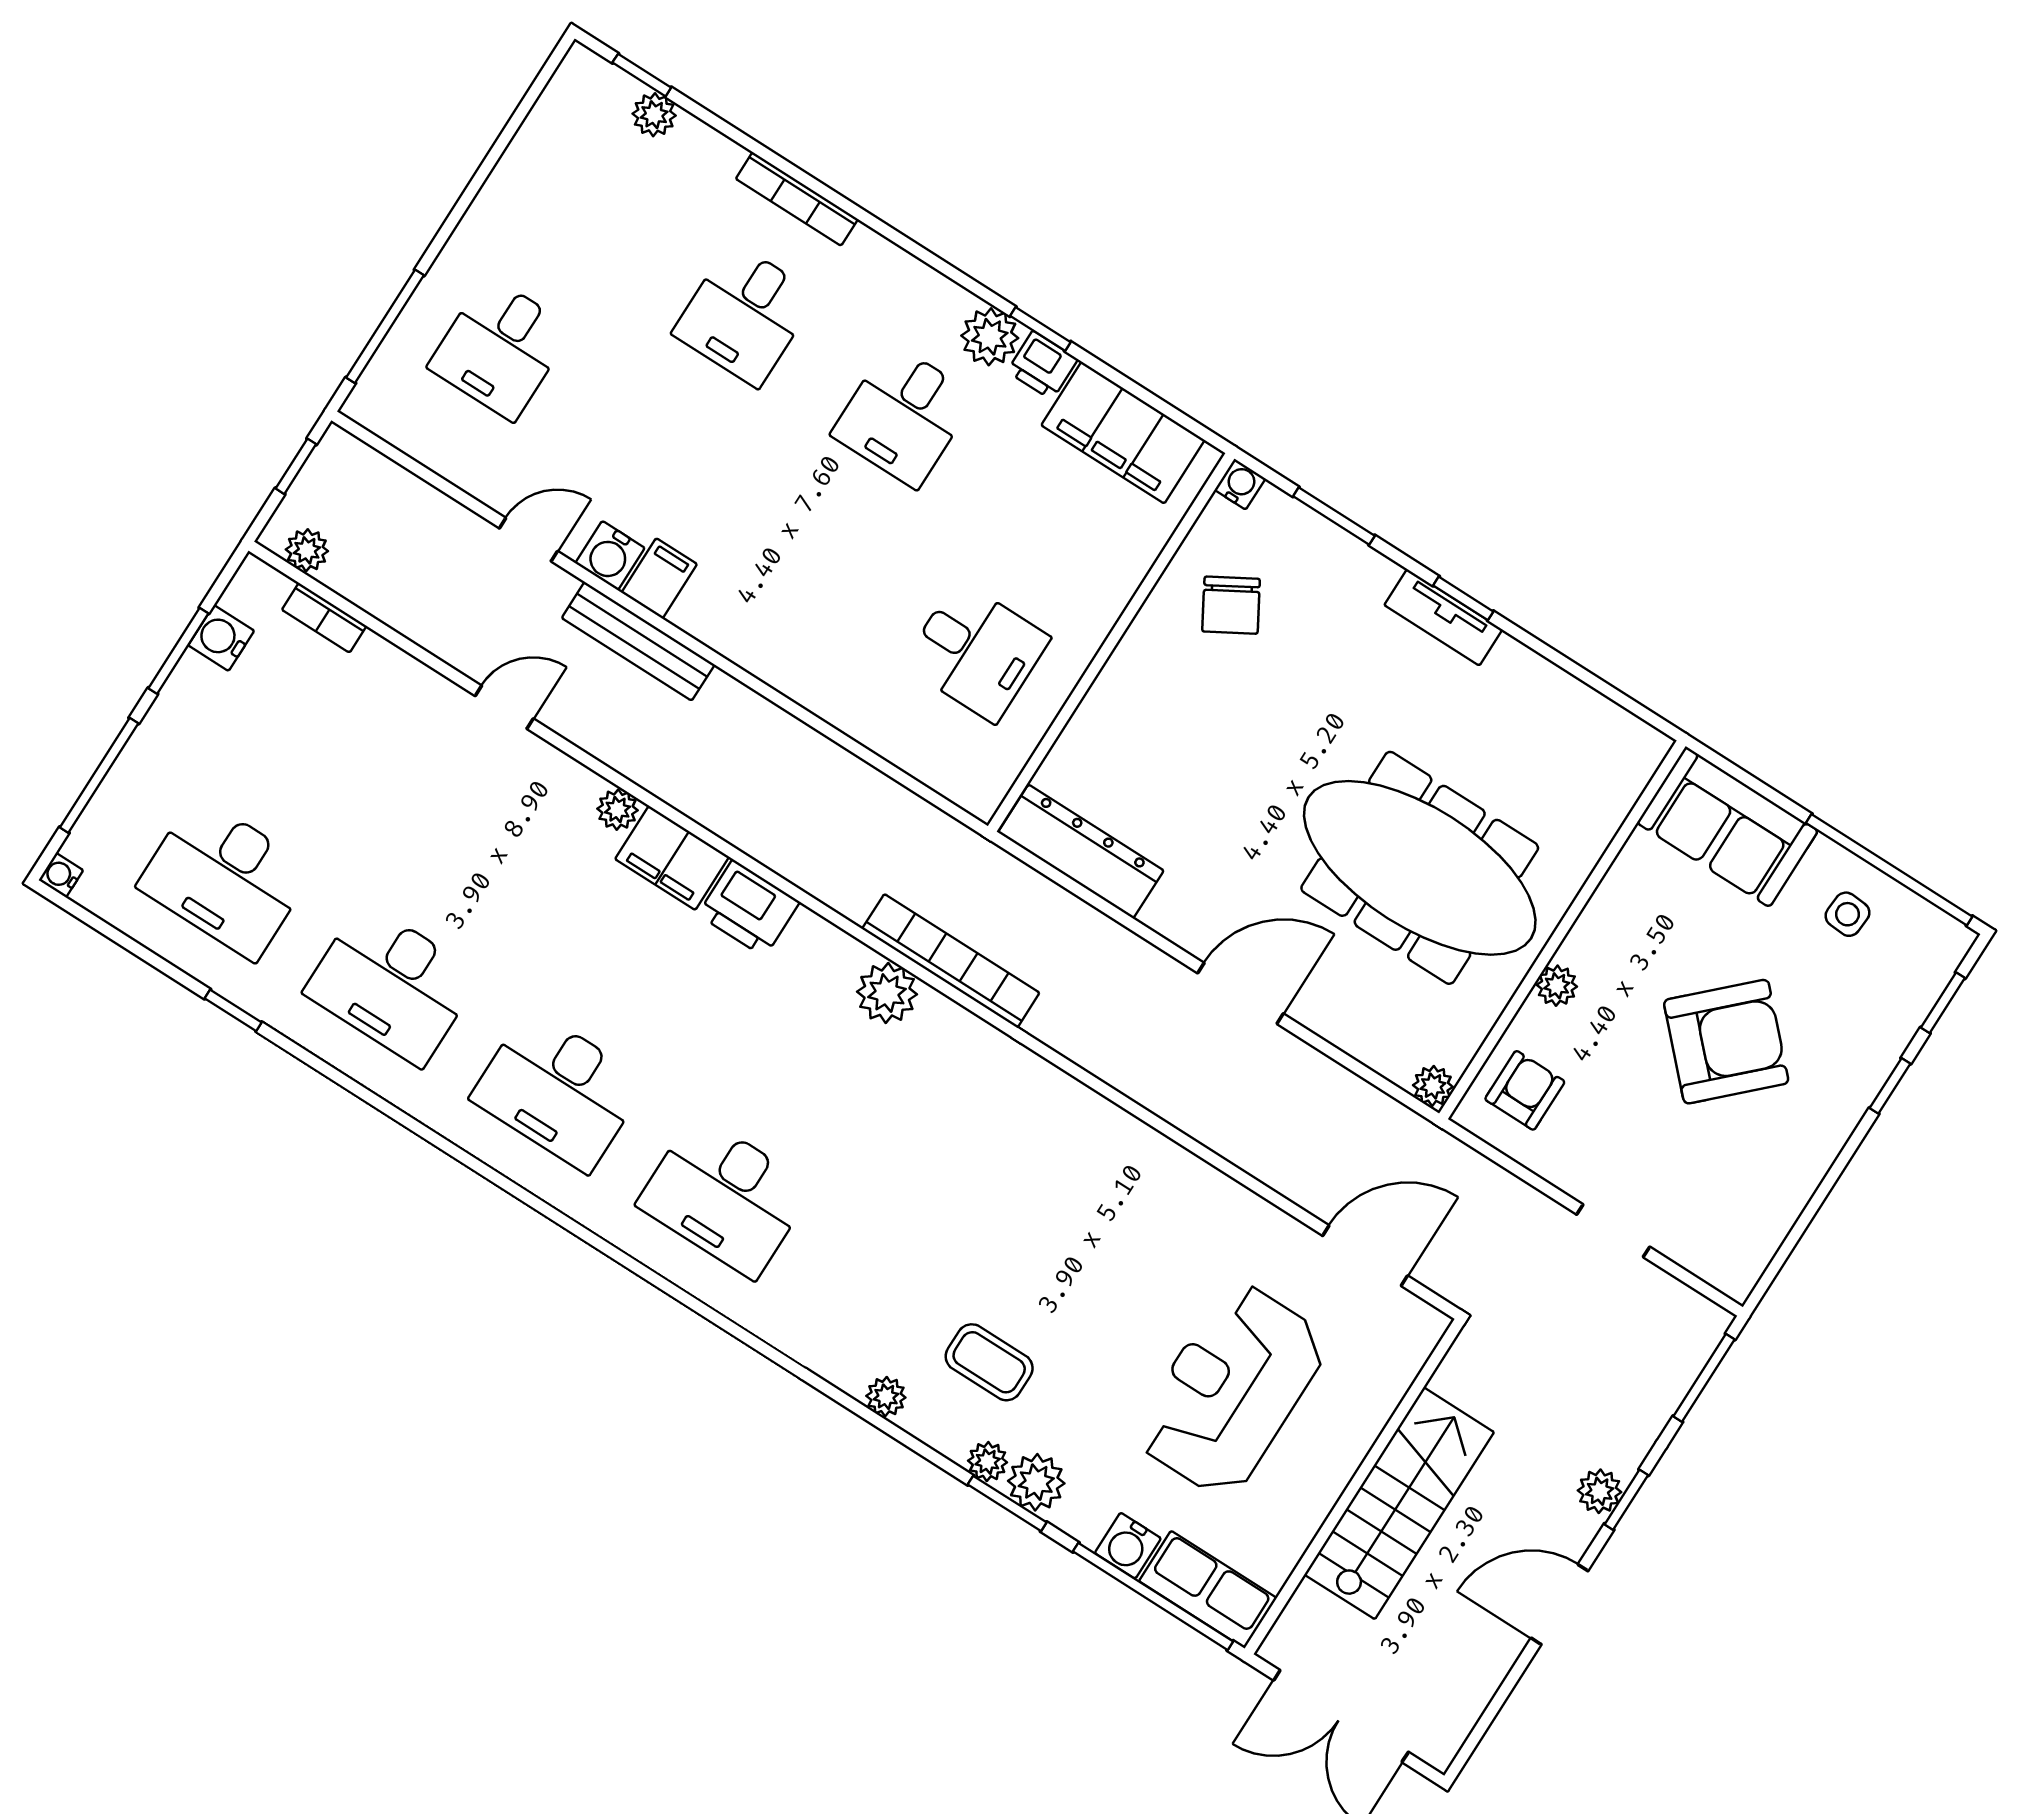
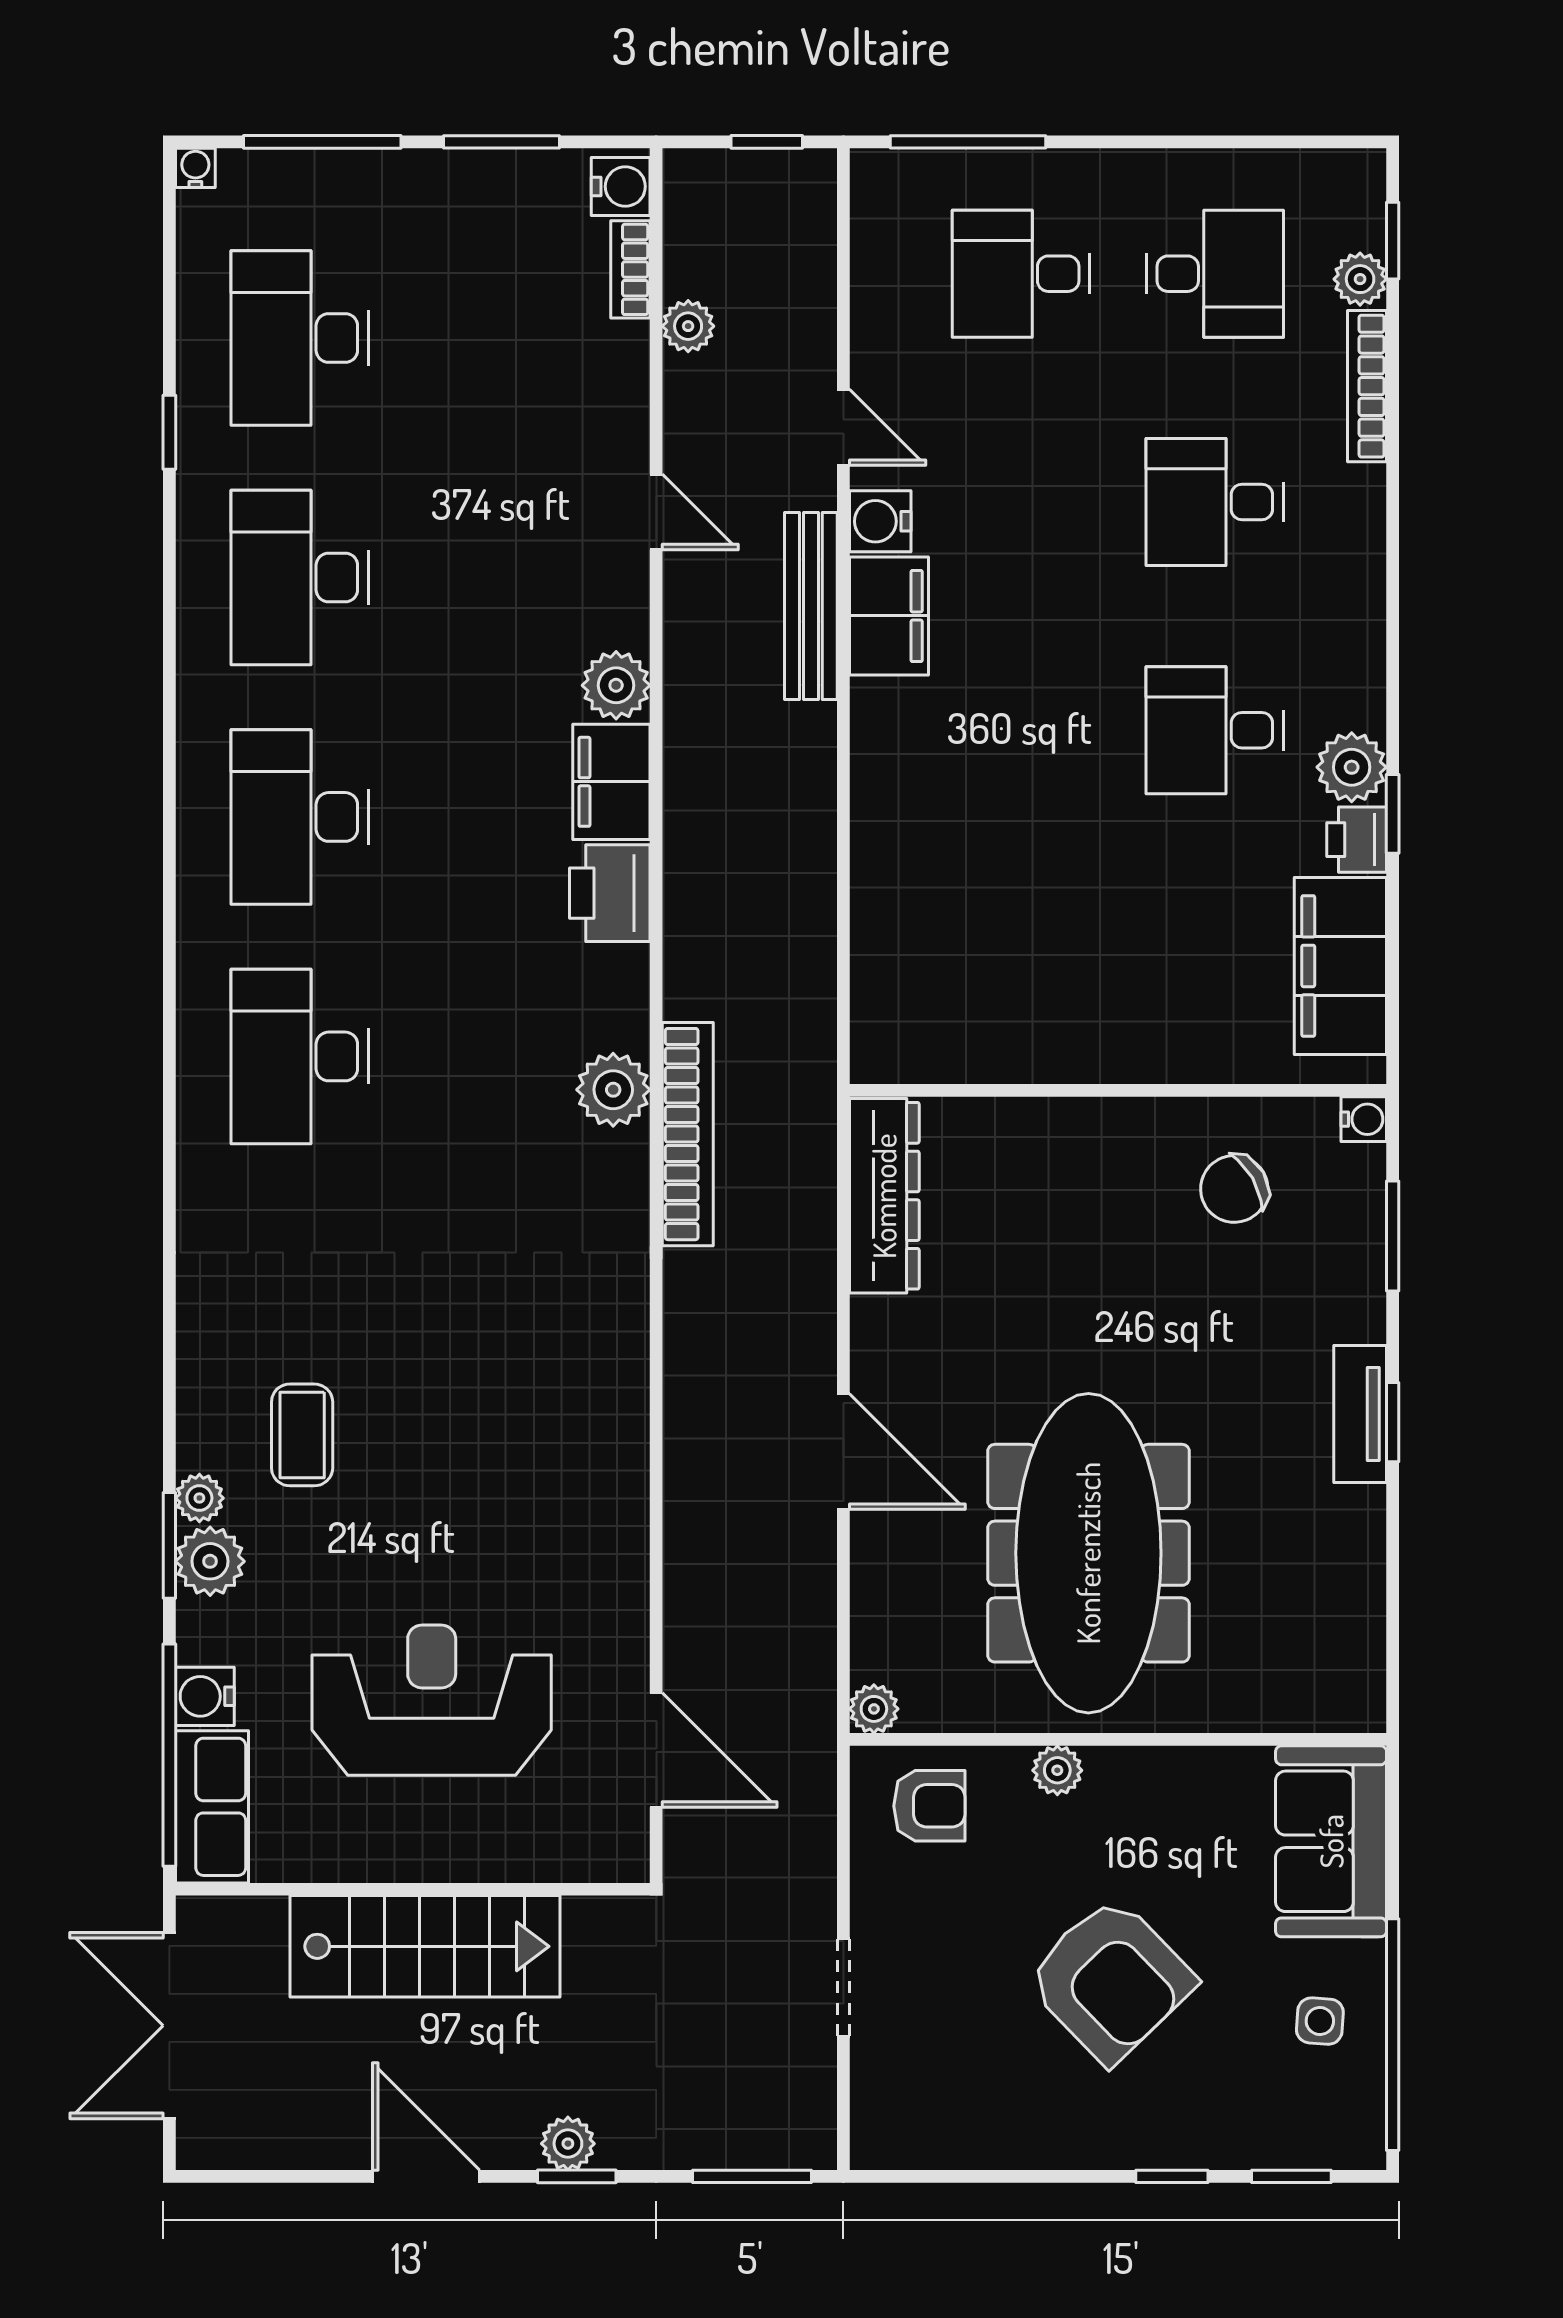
bookcase: (797, 199) -> (1367, 386), moved
plant: (307, 550) -> (688, 326), moved
filing cabinet: (659, 578) -> (889, 616), width x2.00
water cooler: (221, 638) -> (621, 186), moved, turned 90
desk: (976, 651) -> (1215, 274), moved, turned -90
plant: (617, 810) -> (616, 685), width x1.38, depth x1.38
plant: (886, 1397) -> (200, 1352), removed

